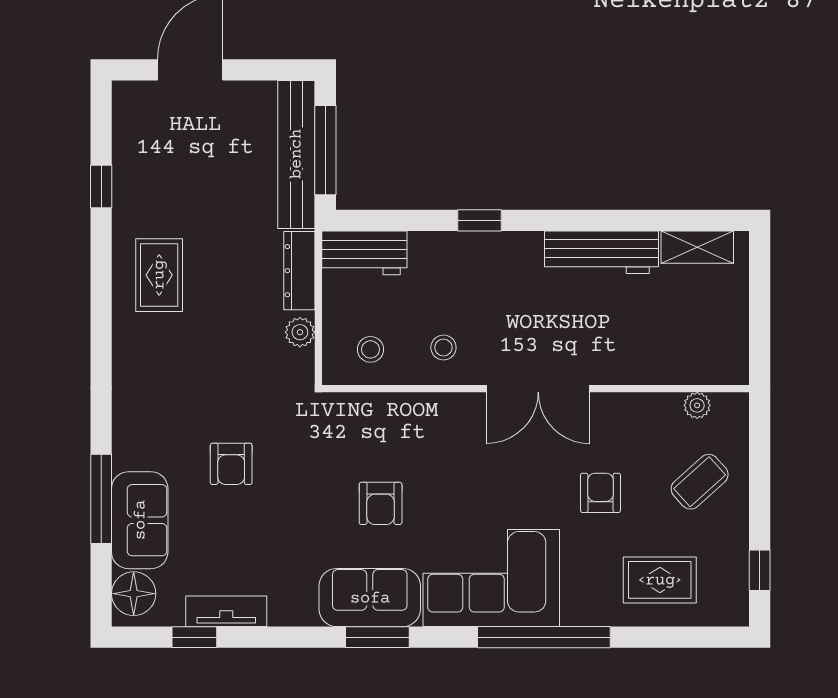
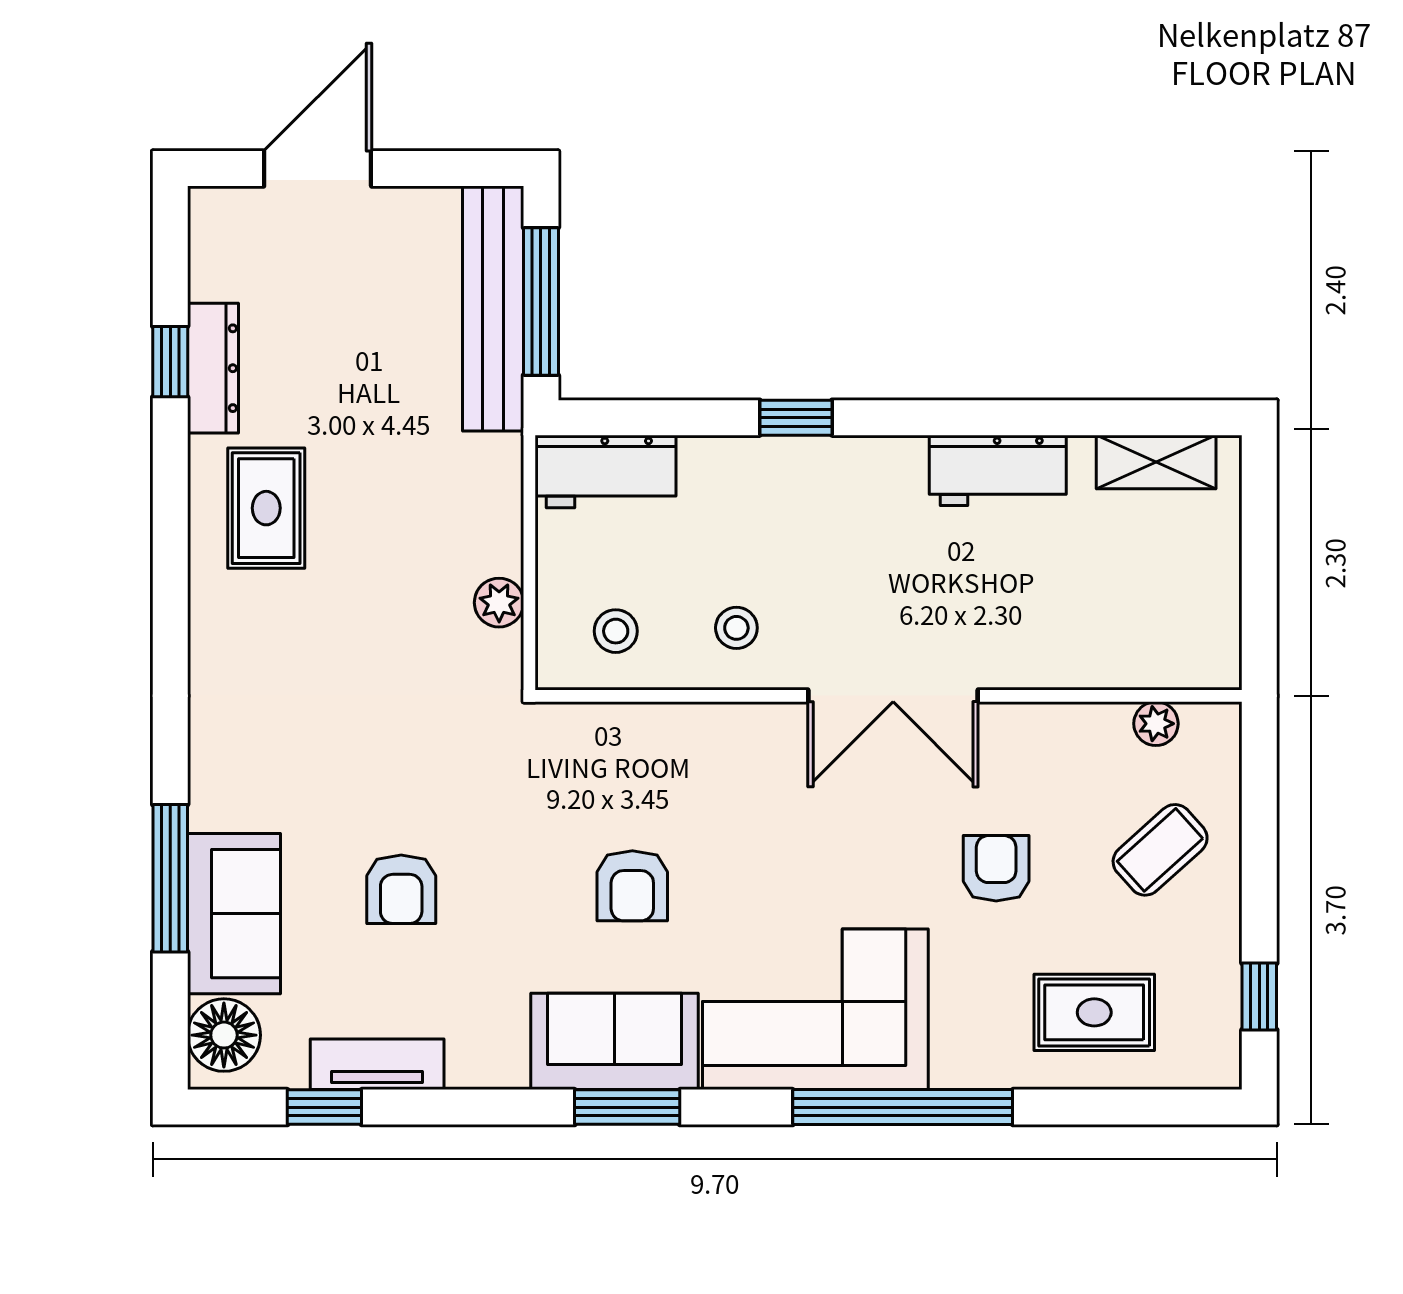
workbench: (601, 252) -> (998, 470), width x0.73
dresser: (299, 271) -> (213, 368), moved, turned 180
armchair: (231, 464) -> (401, 889), moved

